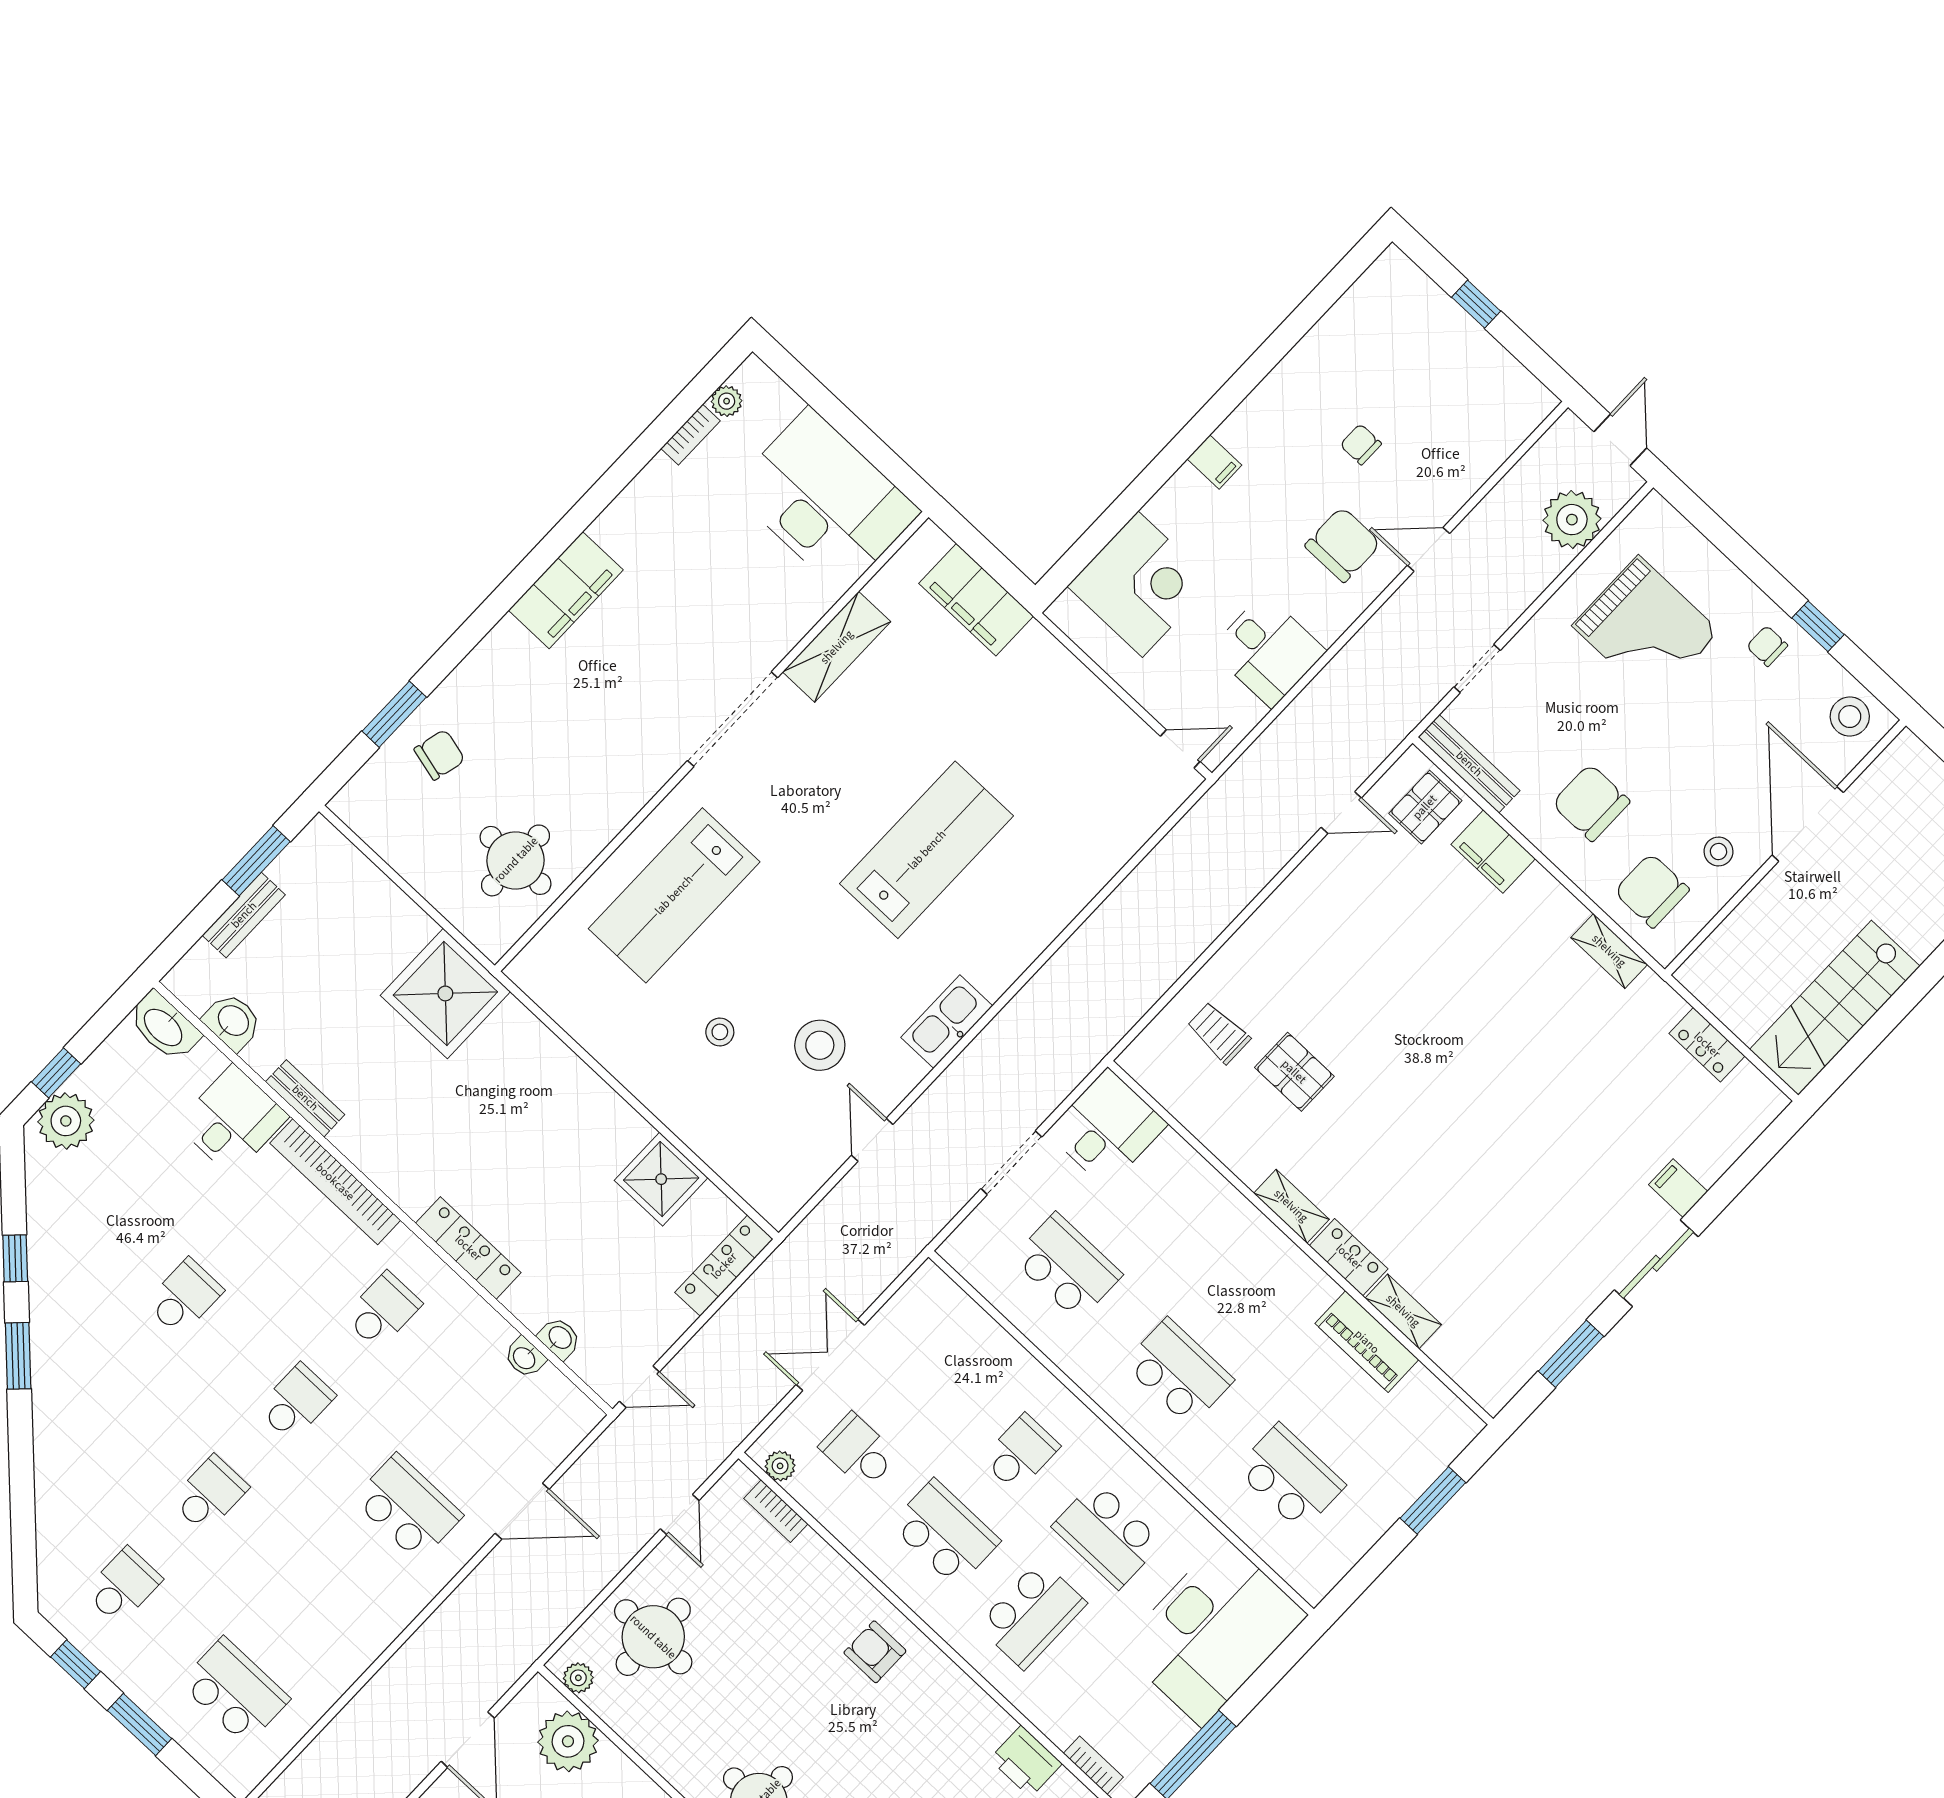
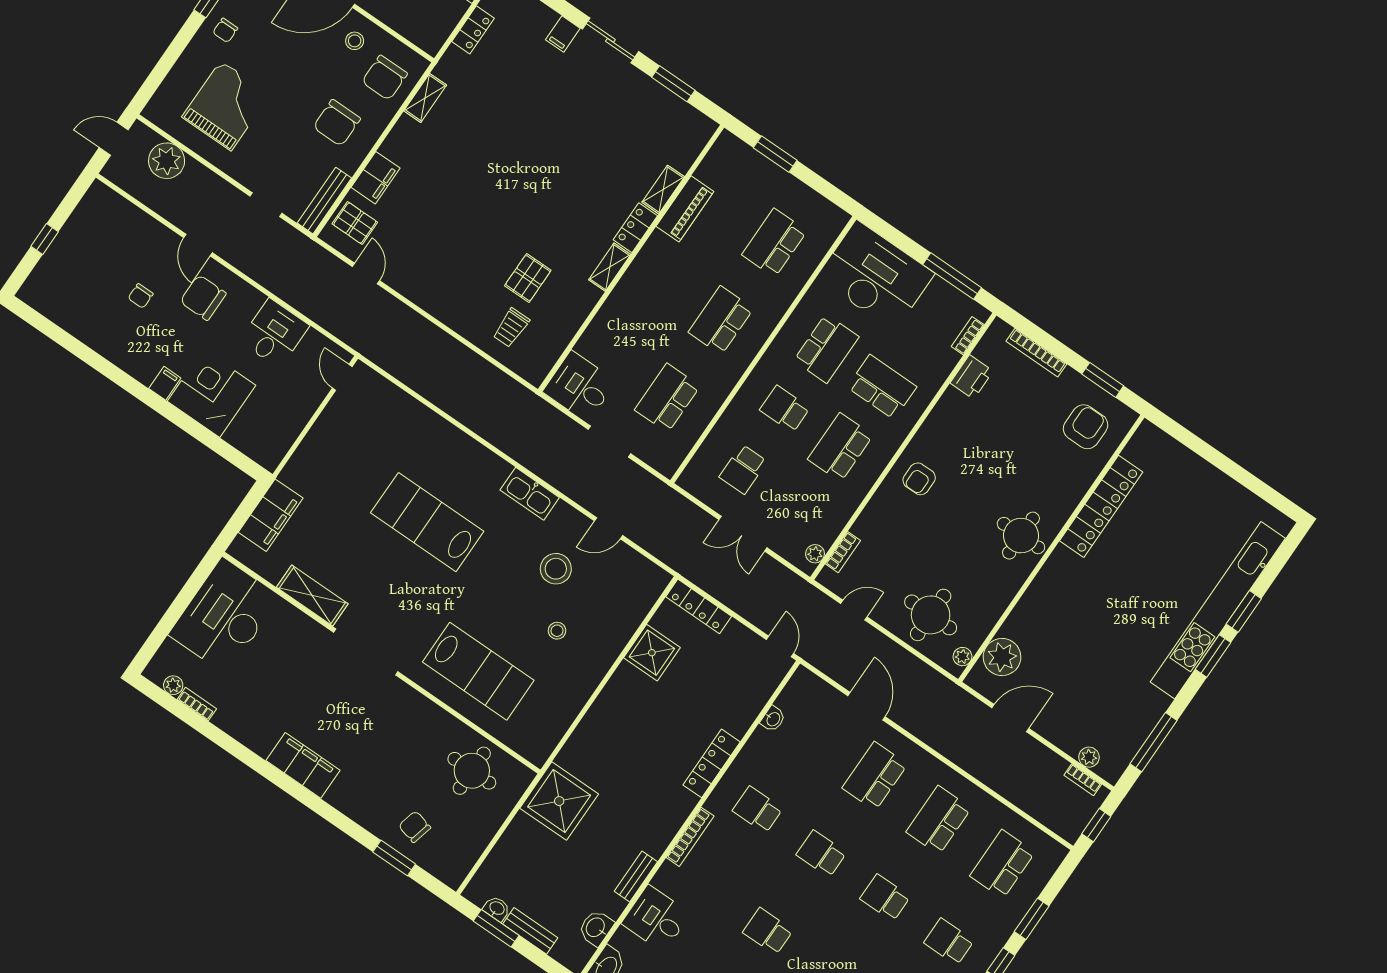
corner desk: (1140, 584) -> (211, 393), moved
bookcase: (335, 1182) -> (690, 837), width x0.68, depth x0.76
washbasin: (560, 1338) -> (497, 909), moved, turned 90
school desk: (858, 1451) -> (743, 469), moved
school desk: (321, 1599) -> (939, 820), added

